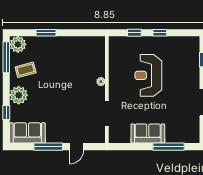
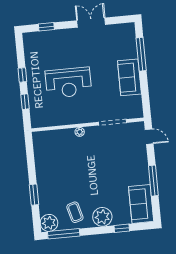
door: (76, 147) -> (149, 137), moved

